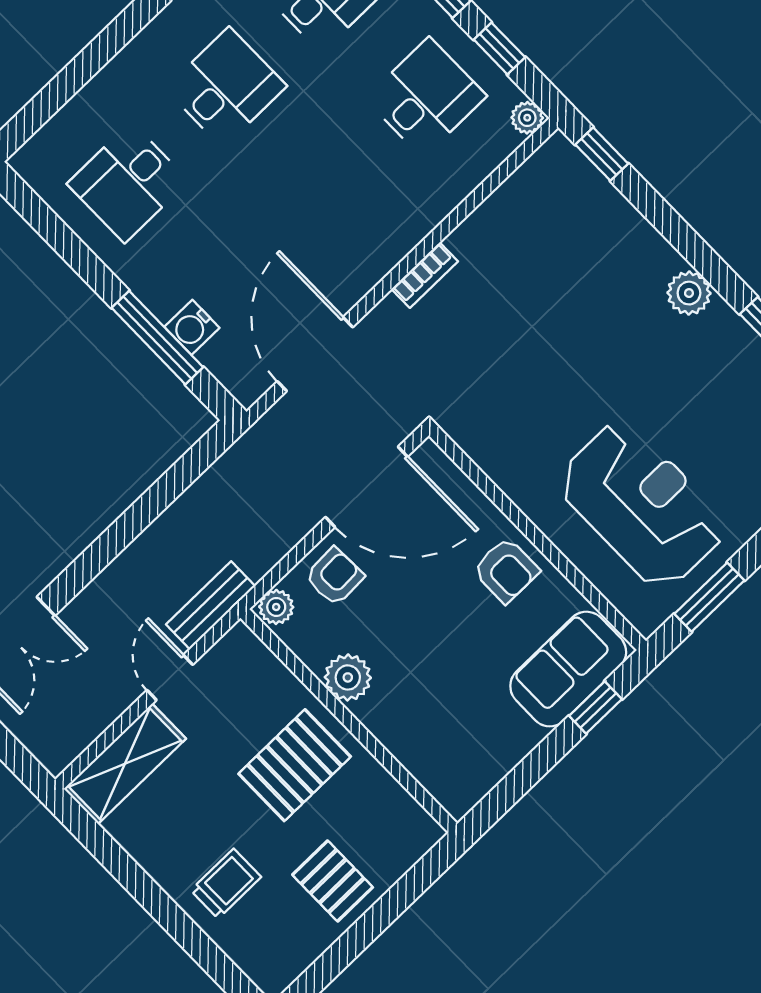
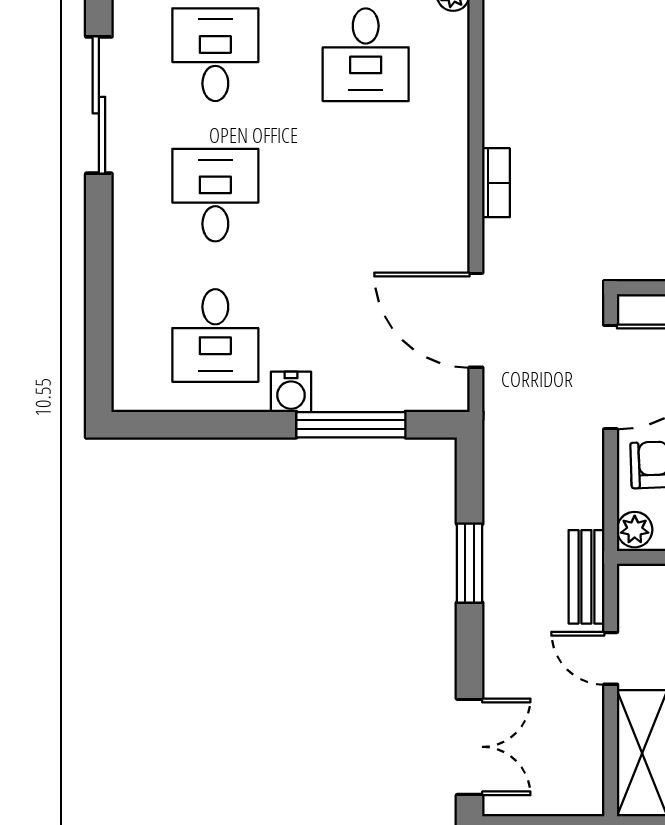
desk: (426, 97) -> (366, 55), turned 180
water cooler: (192, 327) -> (291, 392), moved
window: (141, 514) -> (470, 563), added

